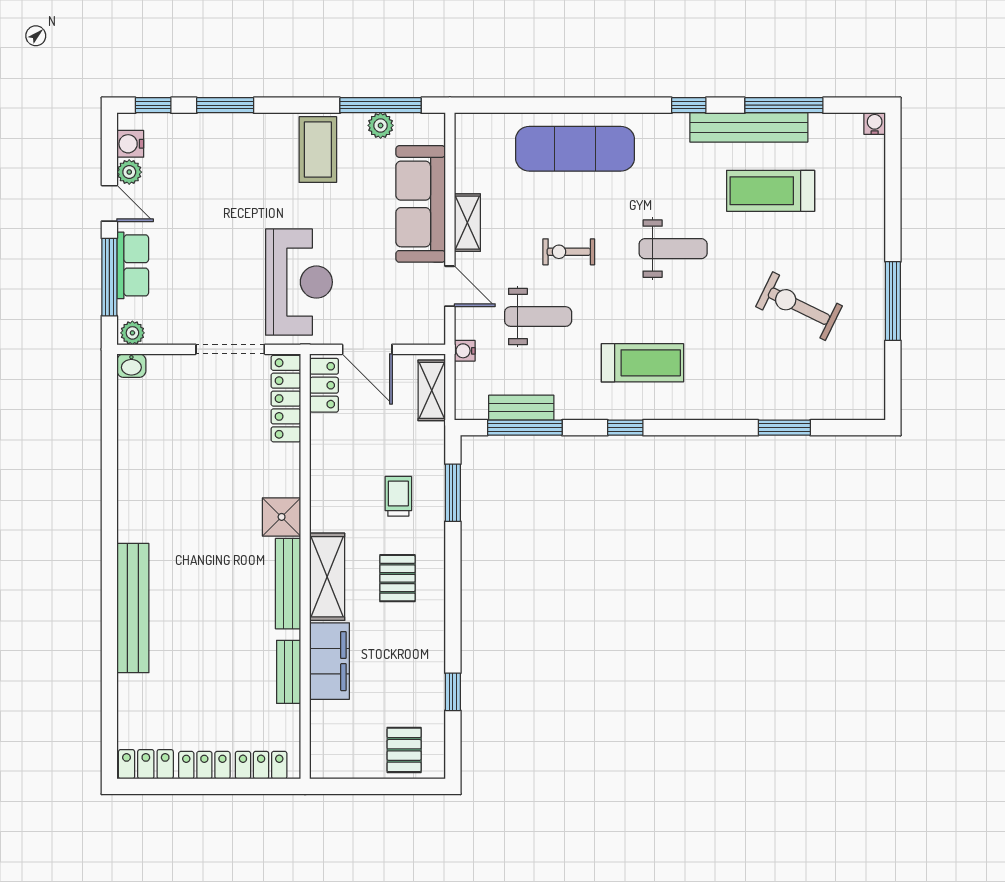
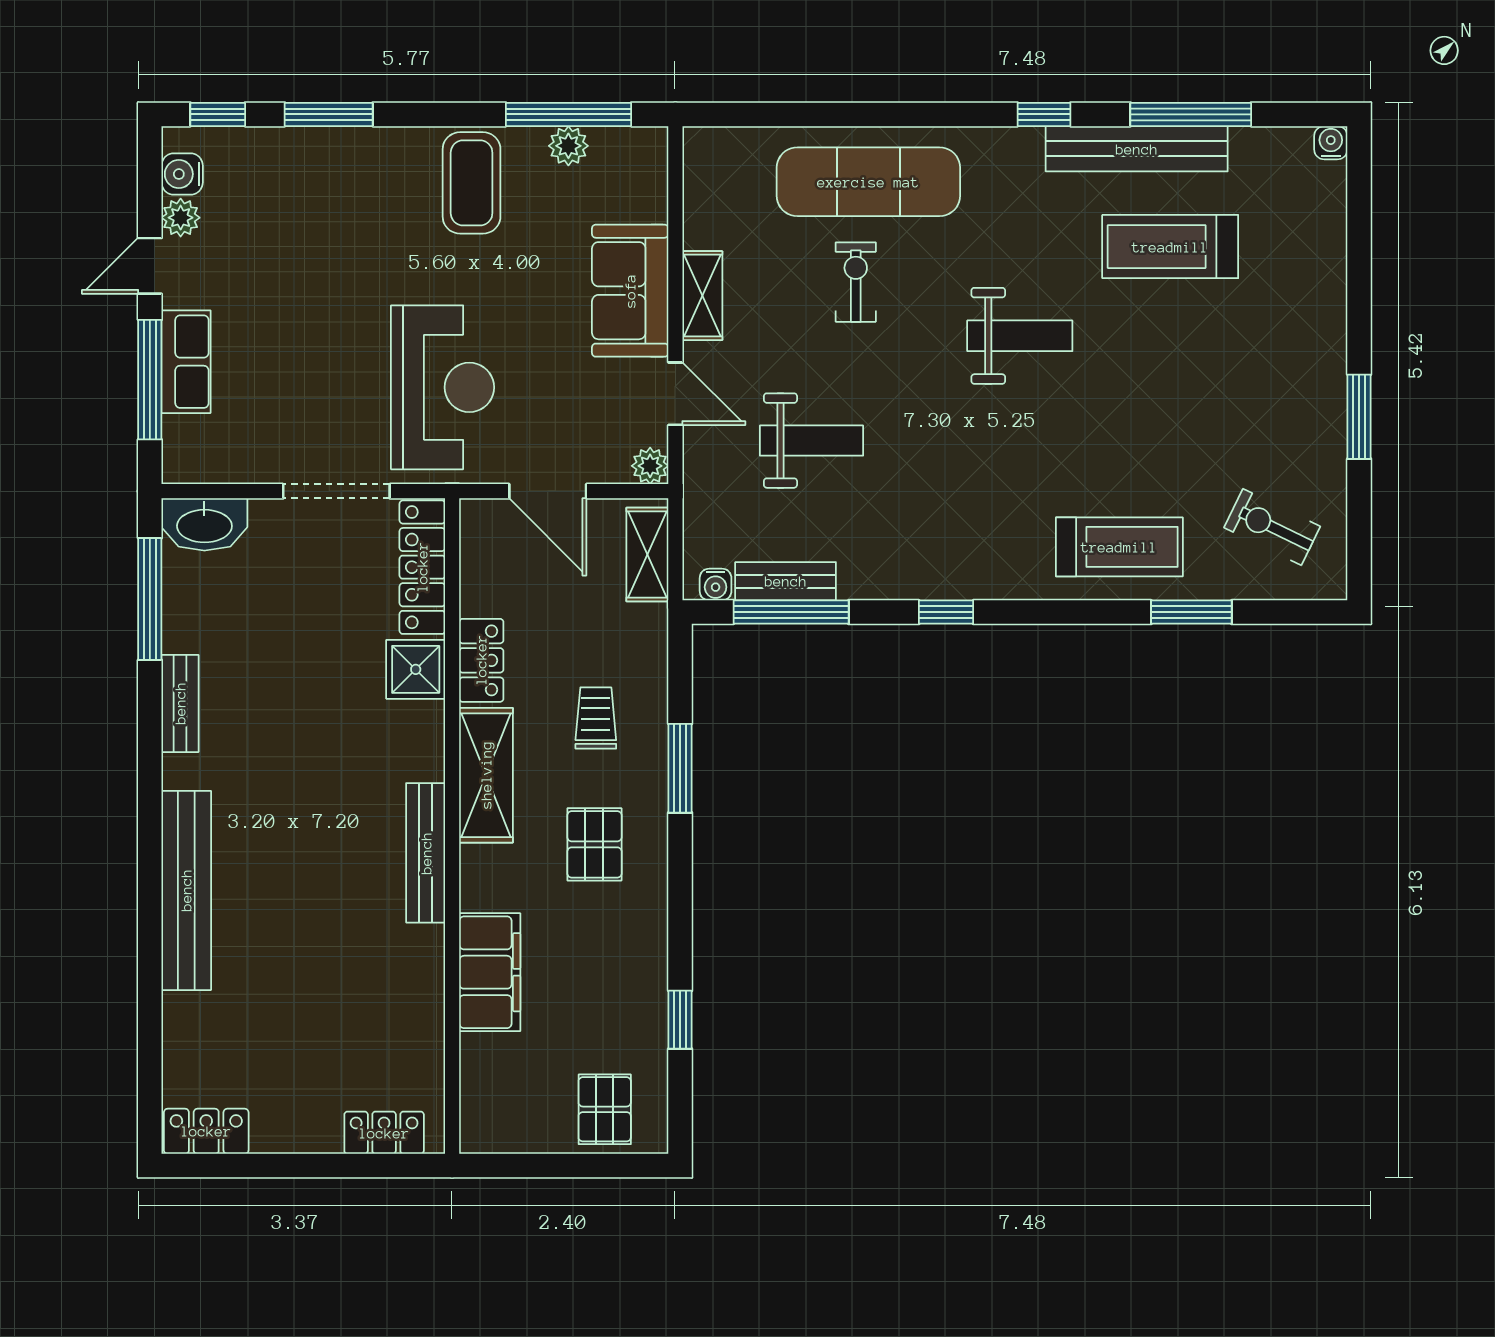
door: (109, 203) -> (150, 266), swing flipped
sofa: (421, 204) -> (630, 291), width x0.73
exercise bike: (569, 252) -> (856, 282), moved, turned 90
window: (893, 301) -> (1359, 417), width x0.69
exercise bike: (799, 306) -> (1272, 527), moved, width x0.73, depth x0.72
plant: (132, 333) -> (650, 466), moved
water cooler: (465, 351) -> (716, 585), moved, turned -90
treadmill: (642, 363) -> (1119, 547), moved
washbasin: (131, 366) -> (204, 524), width x1.91, depth x1.45
locker: (324, 385) -> (481, 660), moved
window: (109, 419) -> (150, 599), added
window: (453, 493) -> (680, 768), moved
shower: (282, 517) -> (416, 669), moved
shelving: (327, 577) -> (486, 775), moved
bench: (289, 672) -> (180, 703), moved
locker: (204, 765) -> (296, 1133), removed

